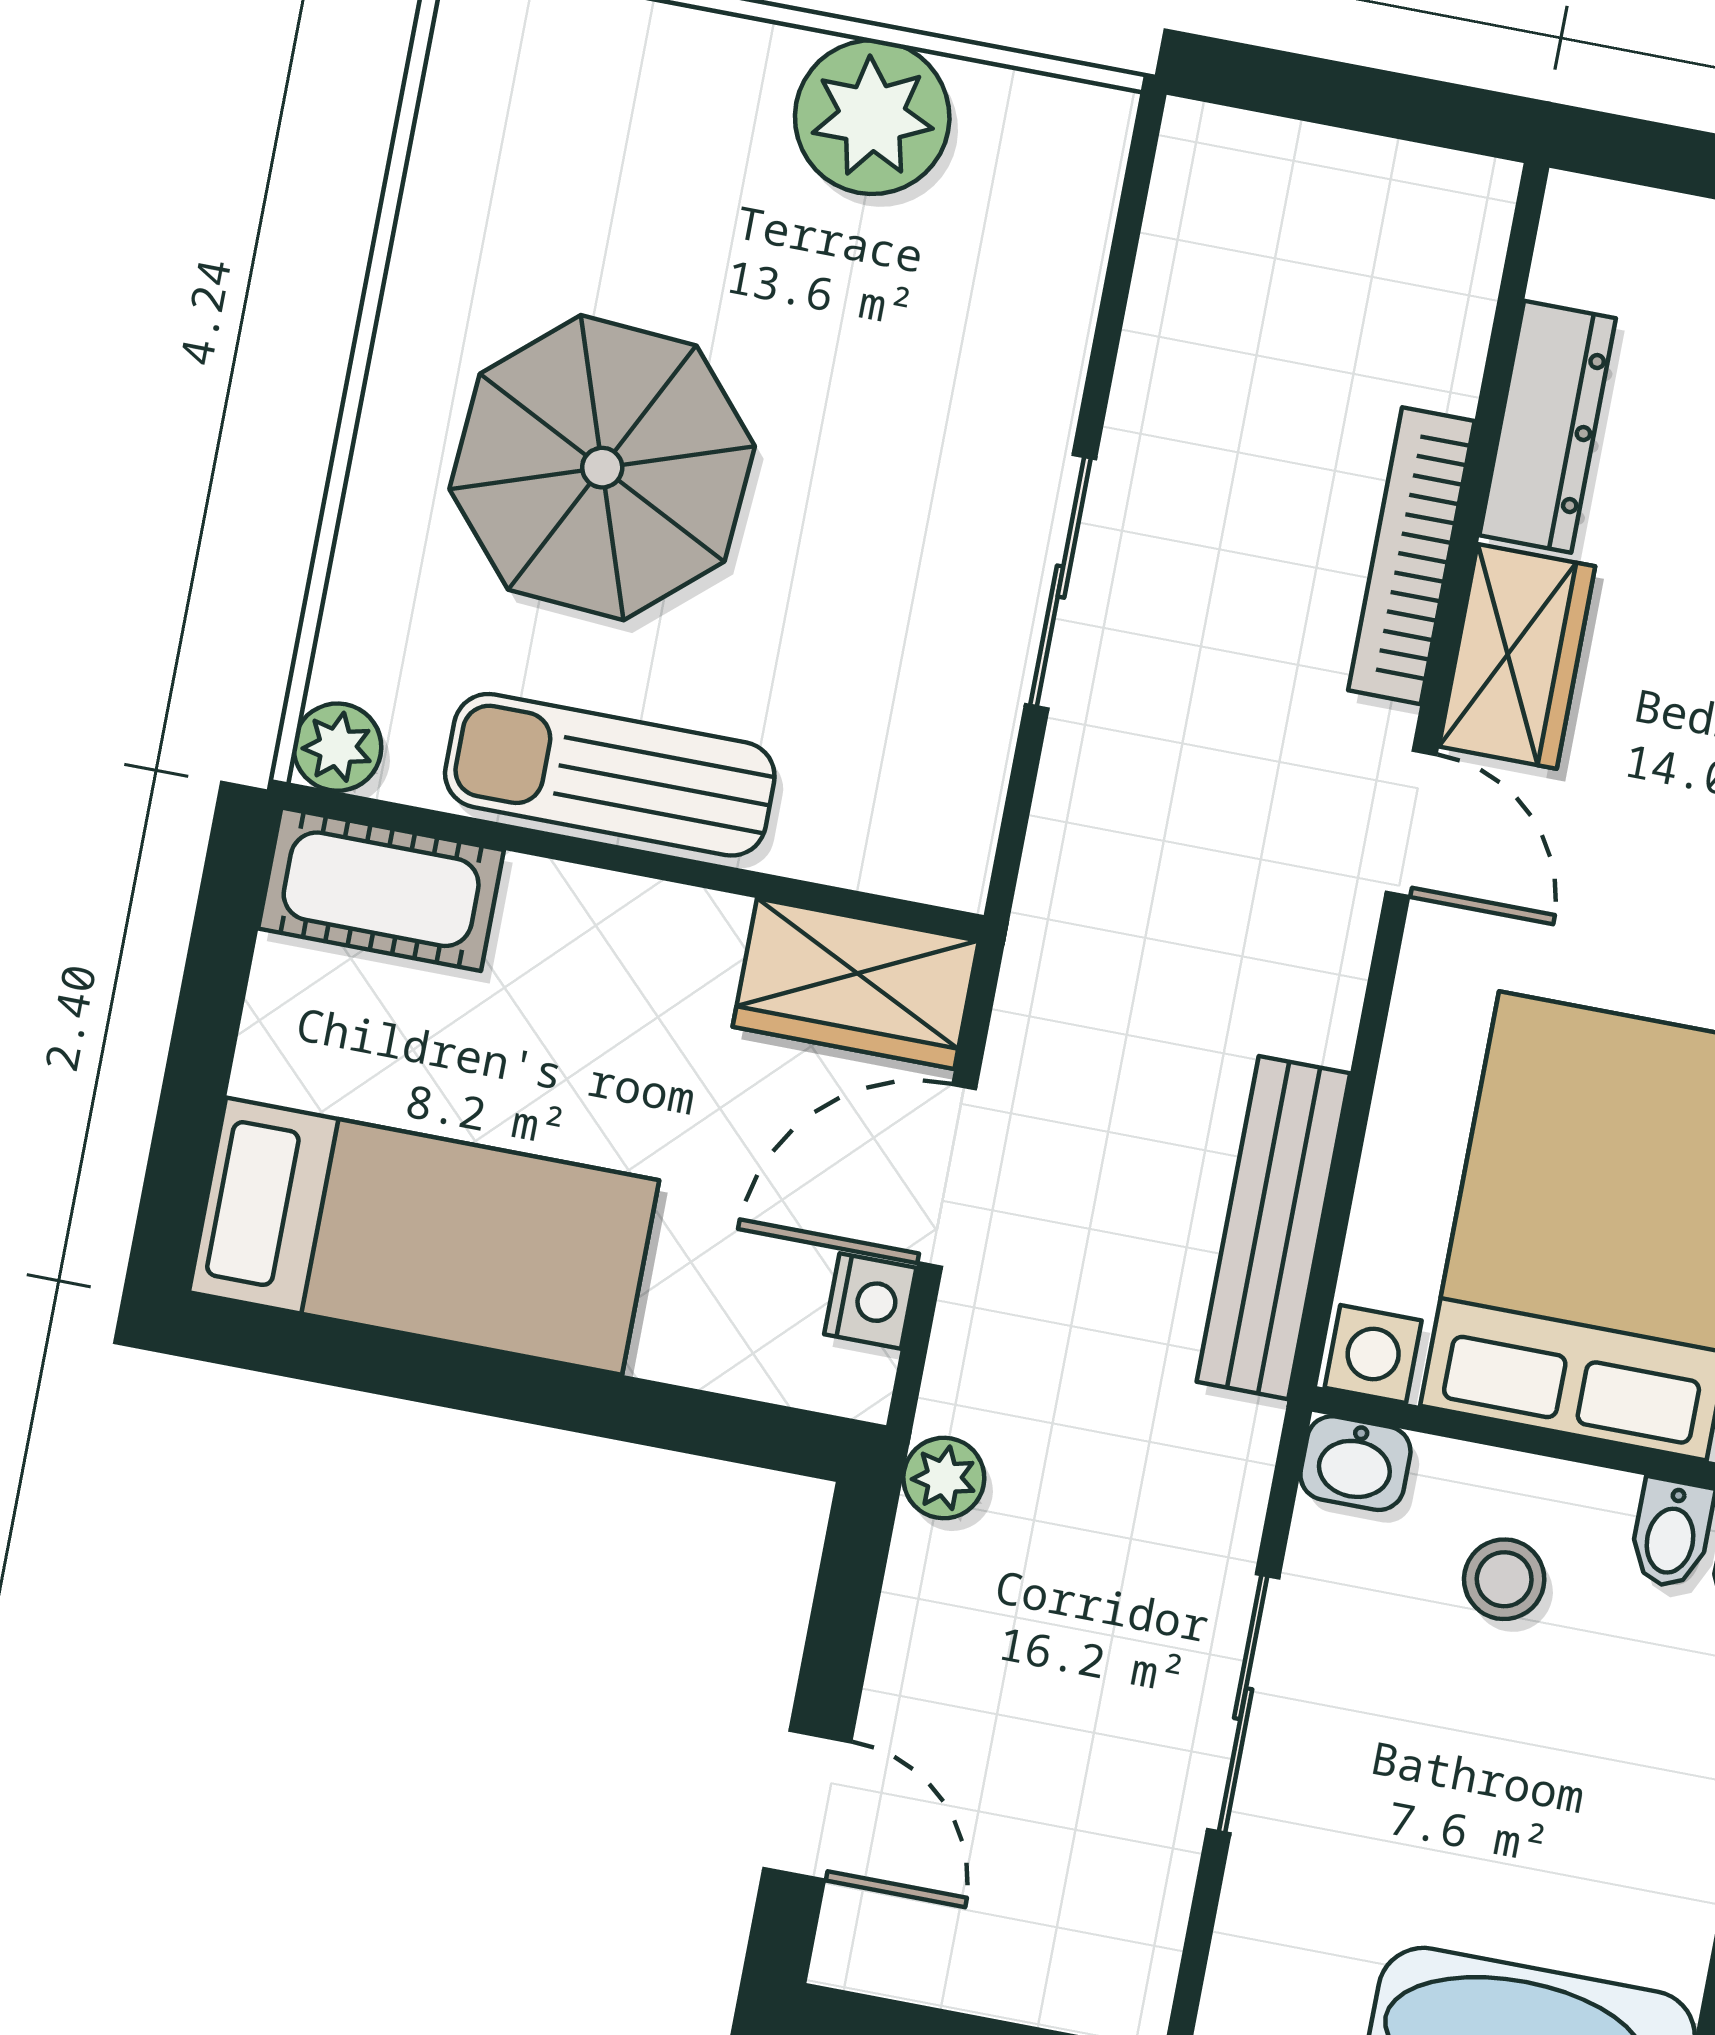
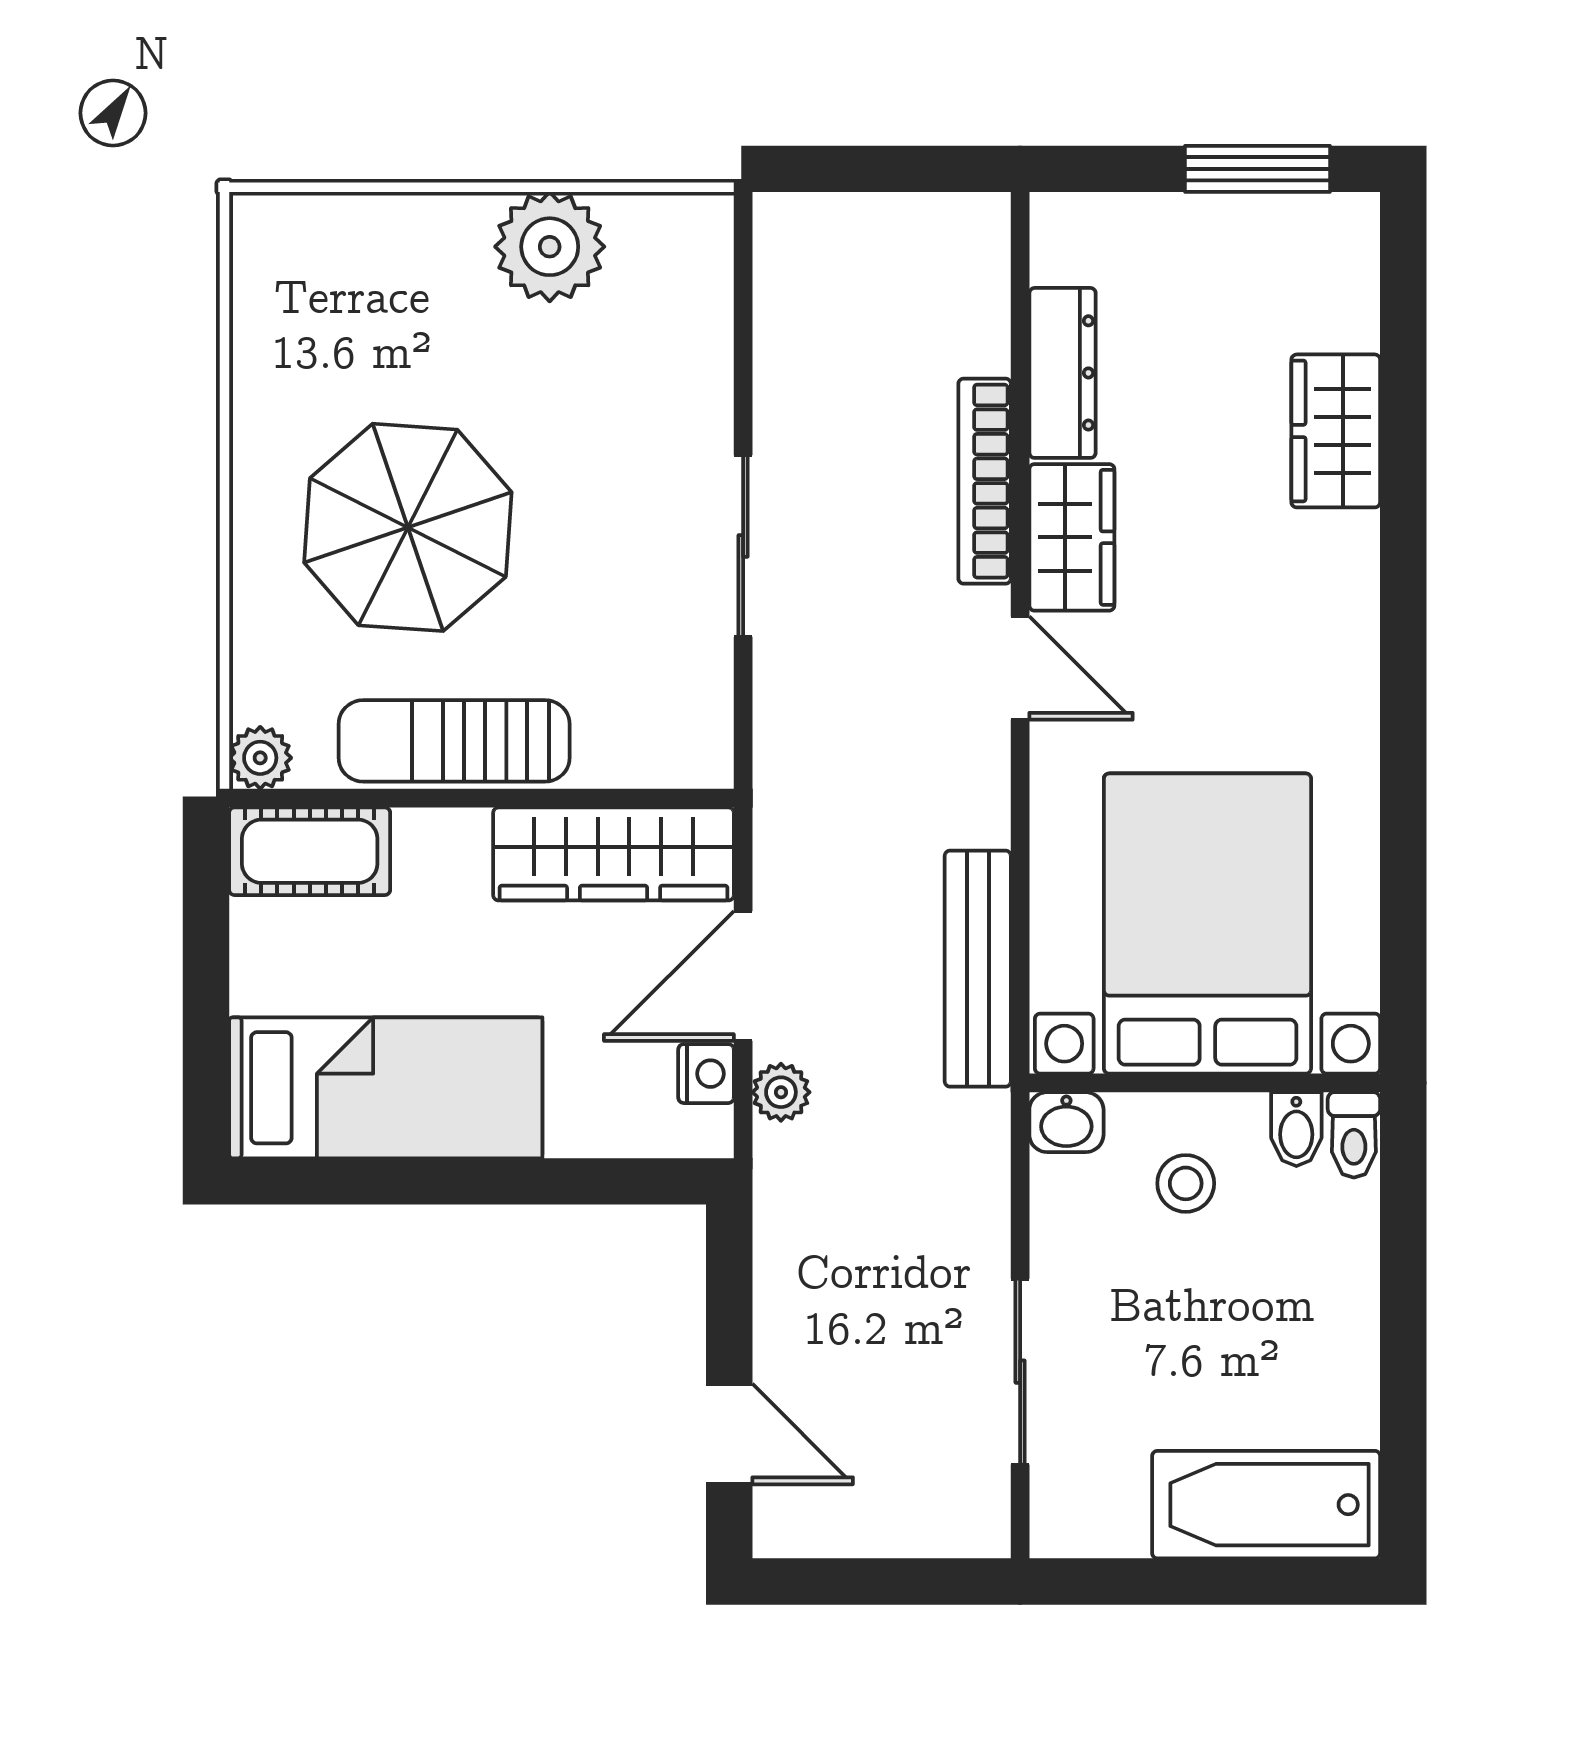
wardrobe: (856, 984) -> (614, 854), width x1.50
plant: (944, 1478) -> (781, 1092), moved
sliding door: (1243, 1704) -> (1020, 1372), moved

